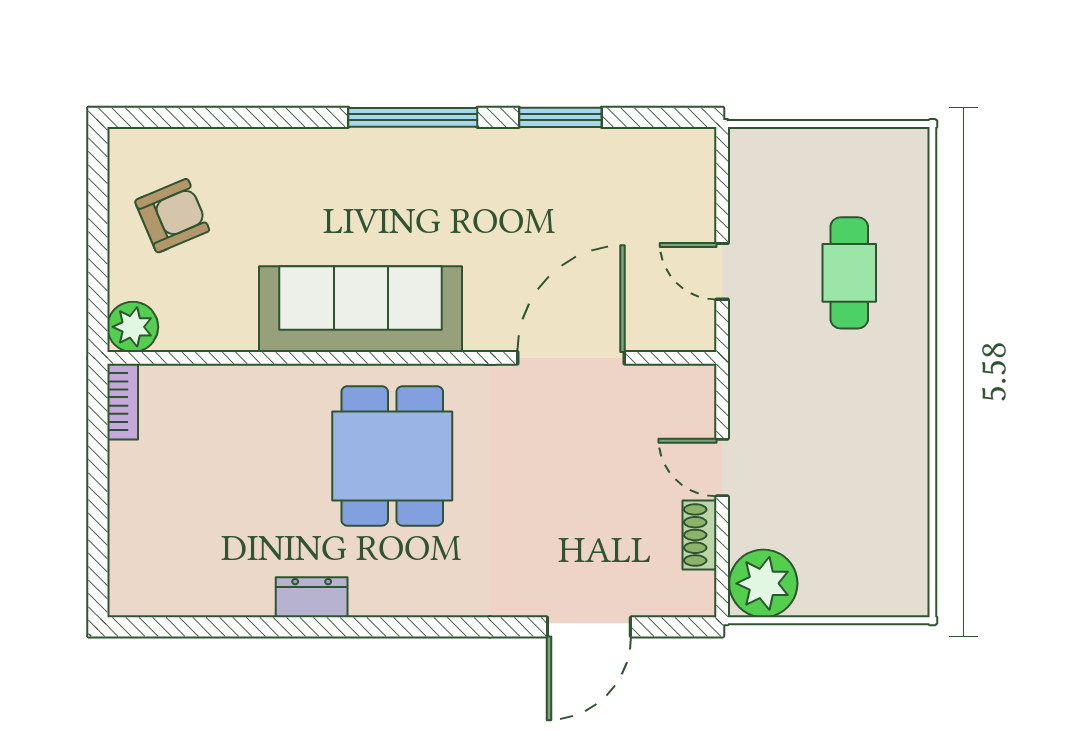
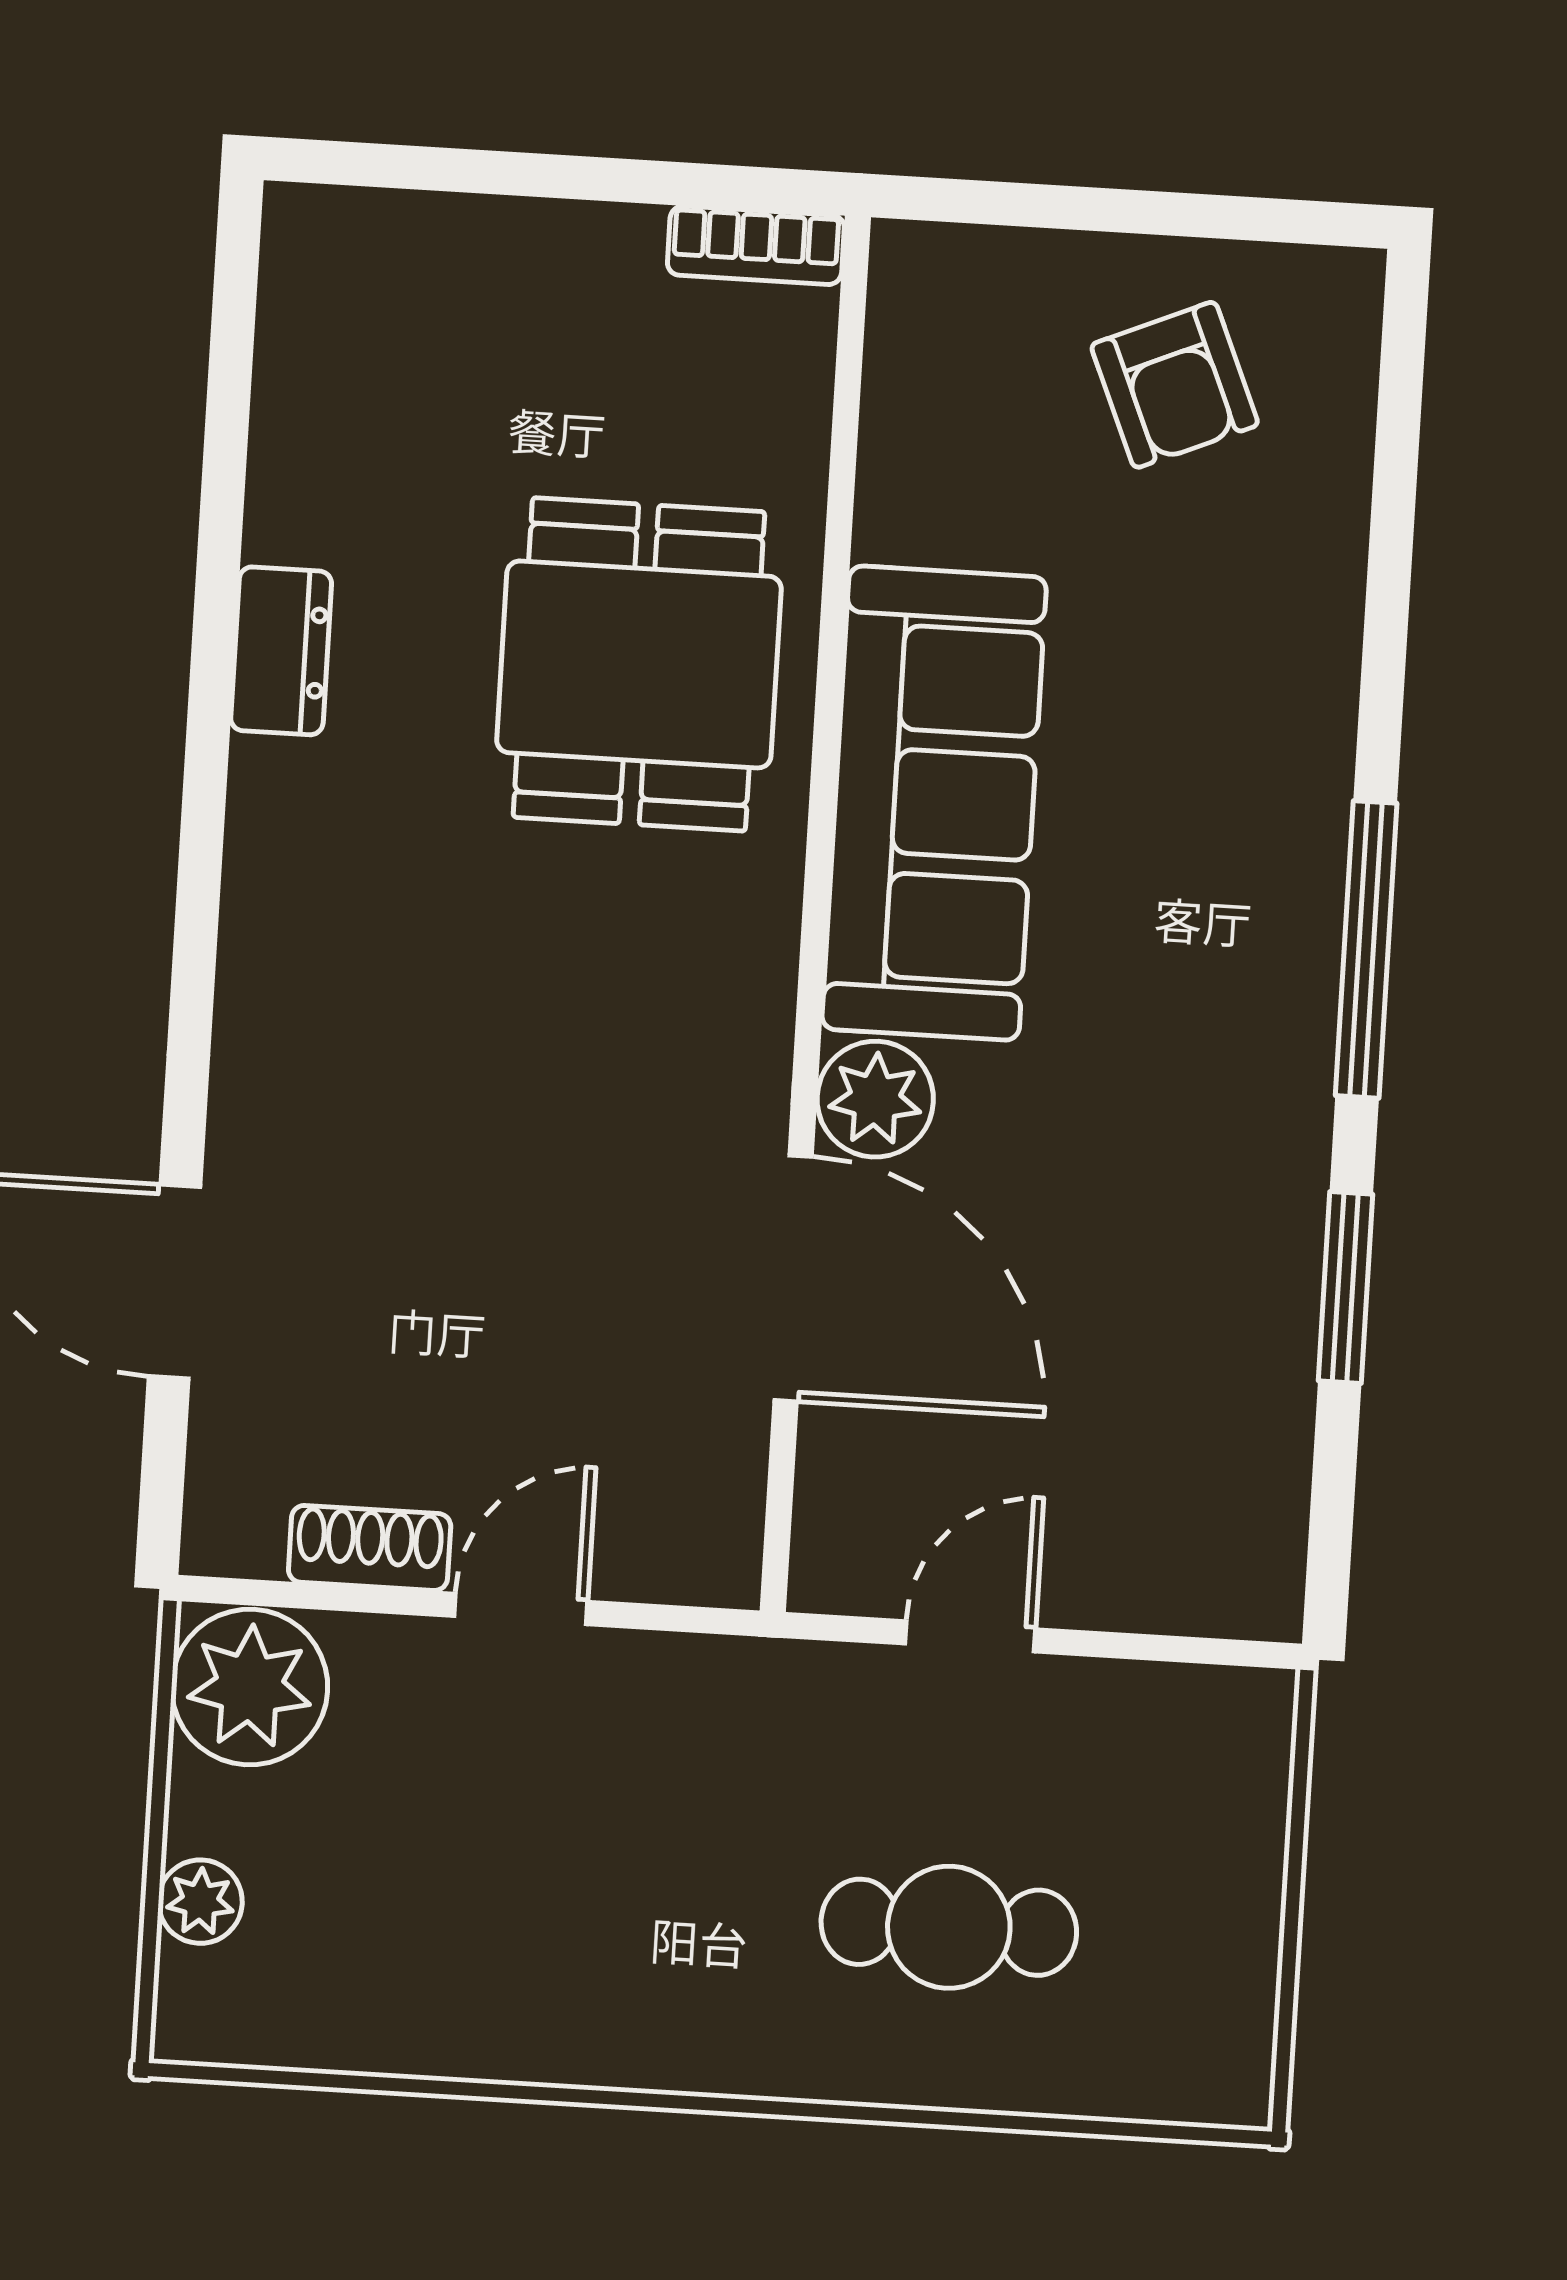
plant: (133, 327) -> (875, 1099), moved
dining table: (392, 456) -> (639, 664), moved, turned 90
plant: (858, 599) -> (200, 1902), added

